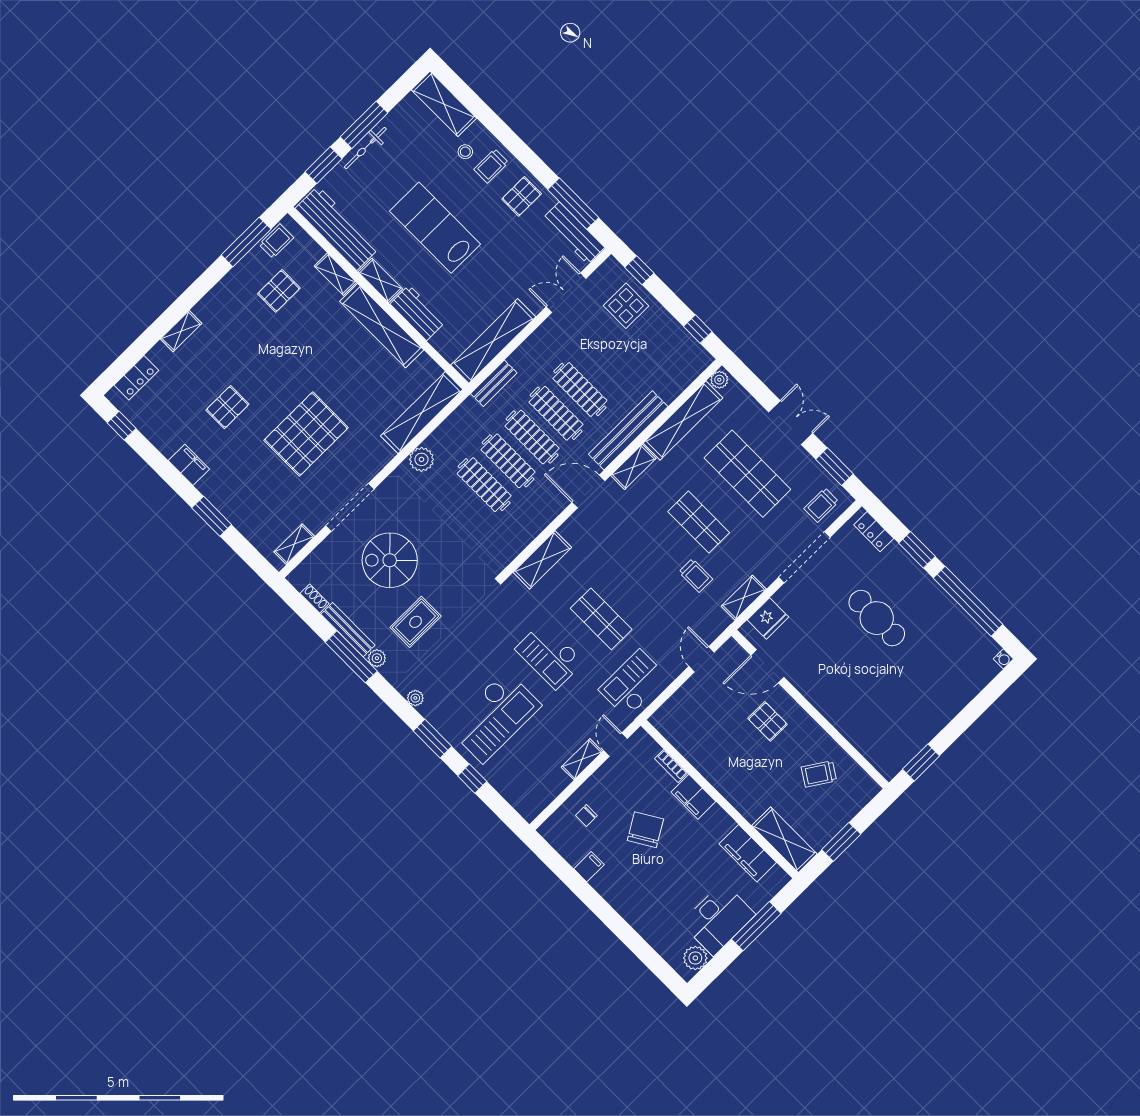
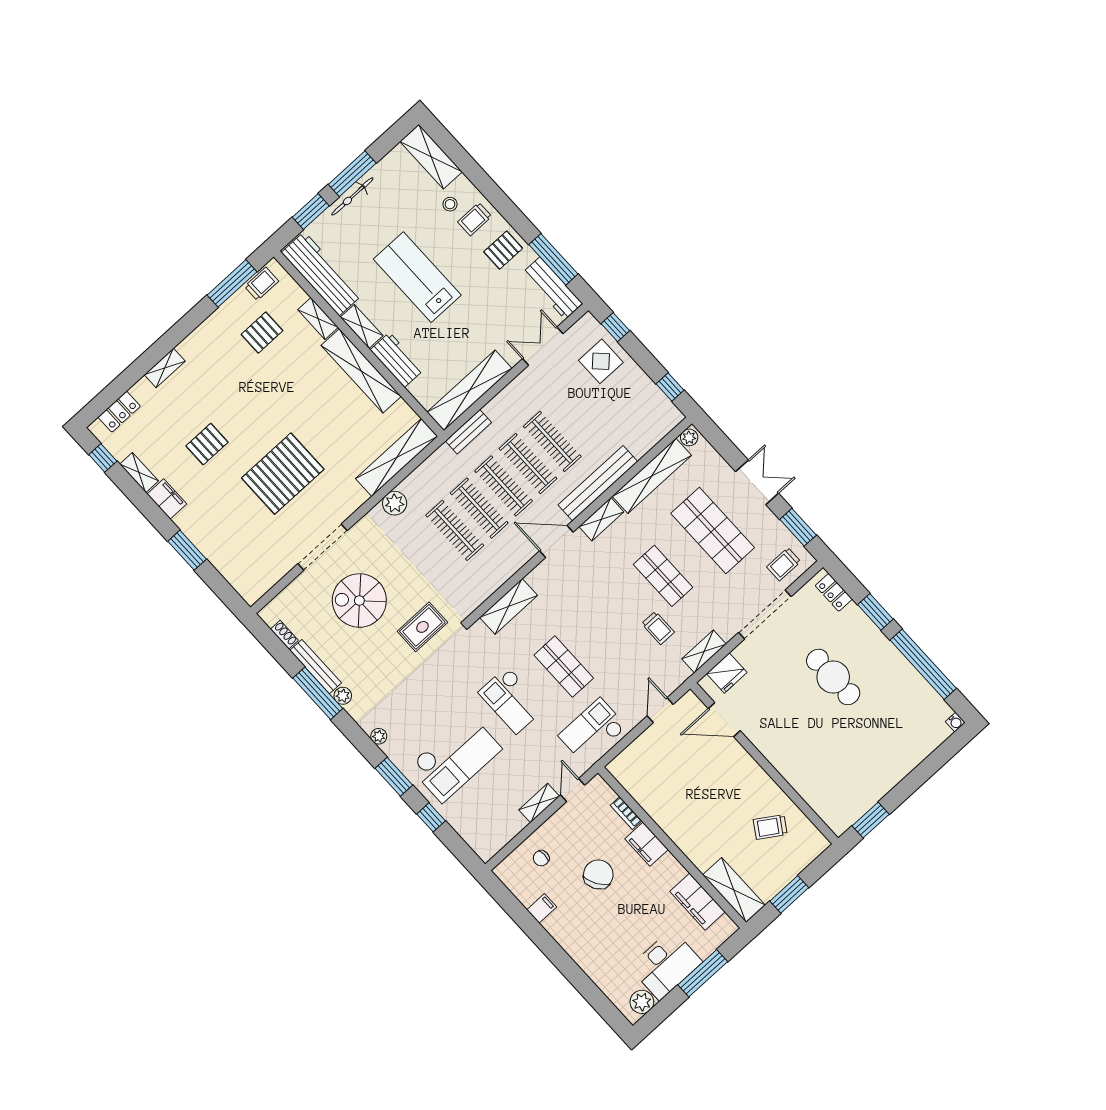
shelving: (294, 544) -> (139, 473), moved, turned 90
rug: (416, 622) -> (422, 627), moved
pallet: (768, 721) -> (722, 774), removed

